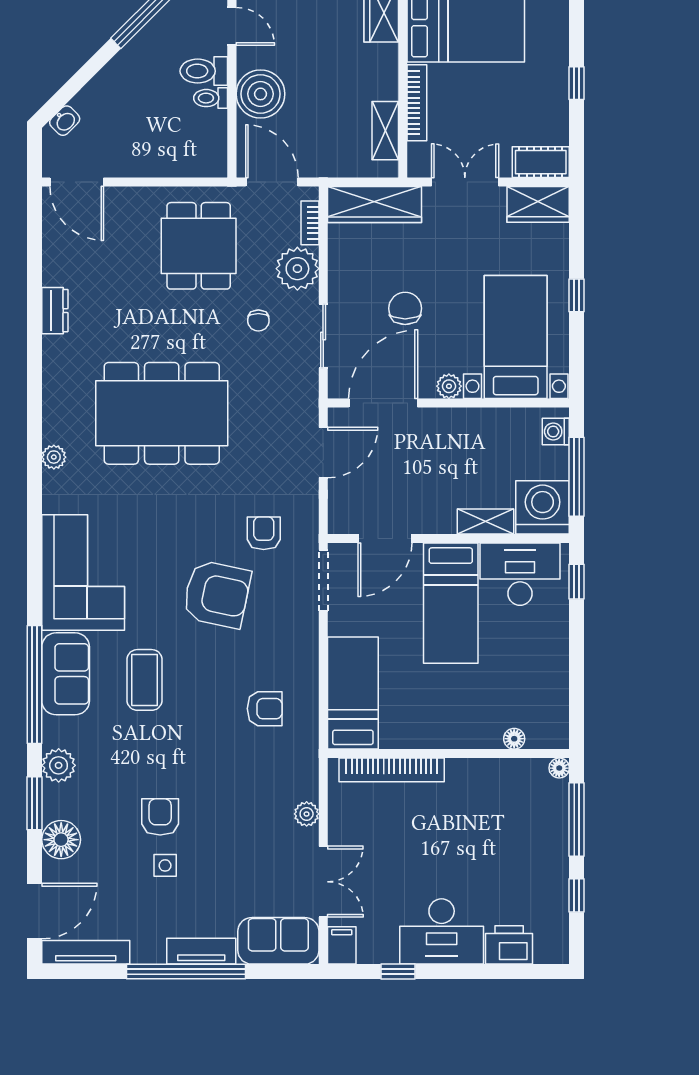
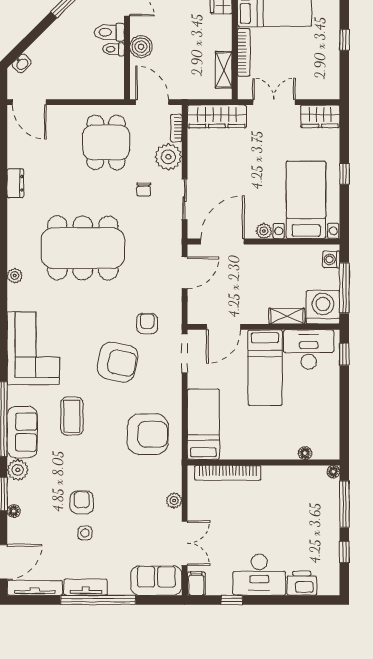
boiler: (261, 94) -> (141, 47), width x0.73, depth x0.73
cot: (541, 162) -> (322, 90), removed
chair: (405, 308) -> (236, 182), removed
sofa: (66, 674) -> (22, 432), moved
armchair: (265, 709) -> (148, 434), width x1.88, depth x1.88
floor lamp: (61, 840) -> (14, 511), width x0.53, depth x0.53
tv unit: (201, 951) -> (86, 587), moved

